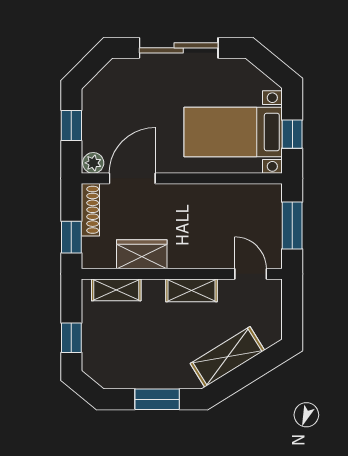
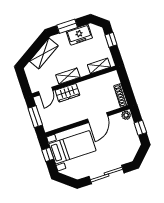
door: (132, 178) -> (98, 118), moved
window: (71, 237) -> (125, 81), removed
wardrobe: (142, 254) -> (67, 93), moved
door: (251, 274) -> (46, 91), hinge flipped
freezer: (137, 372) -> (79, 35), added

